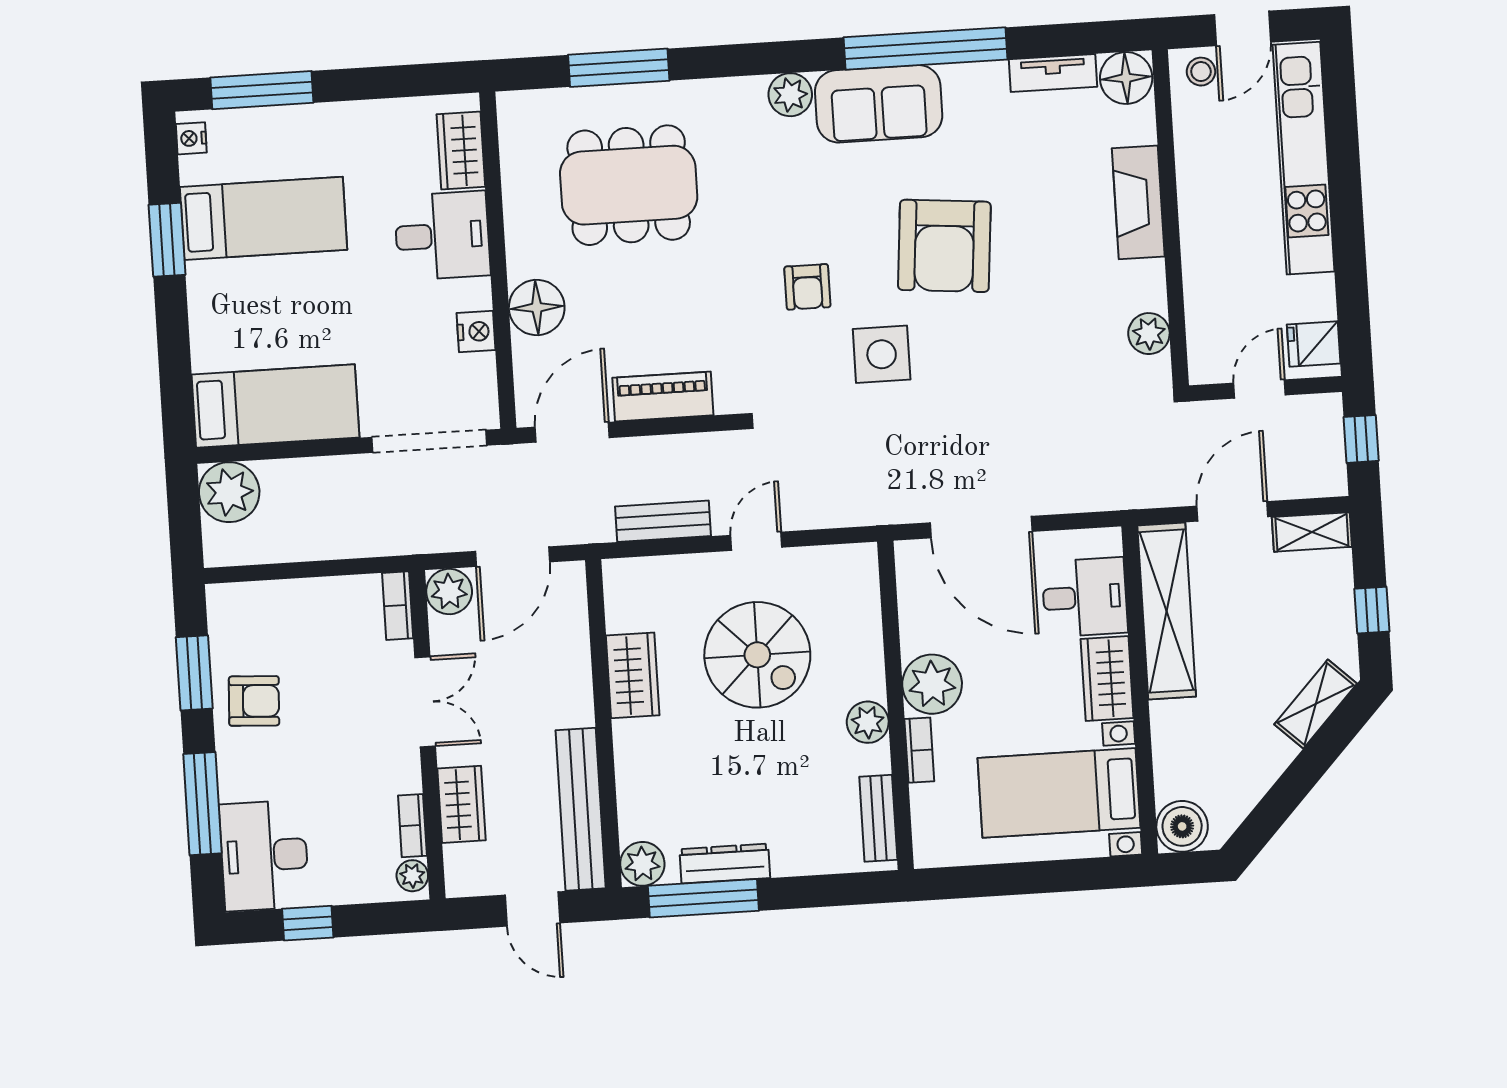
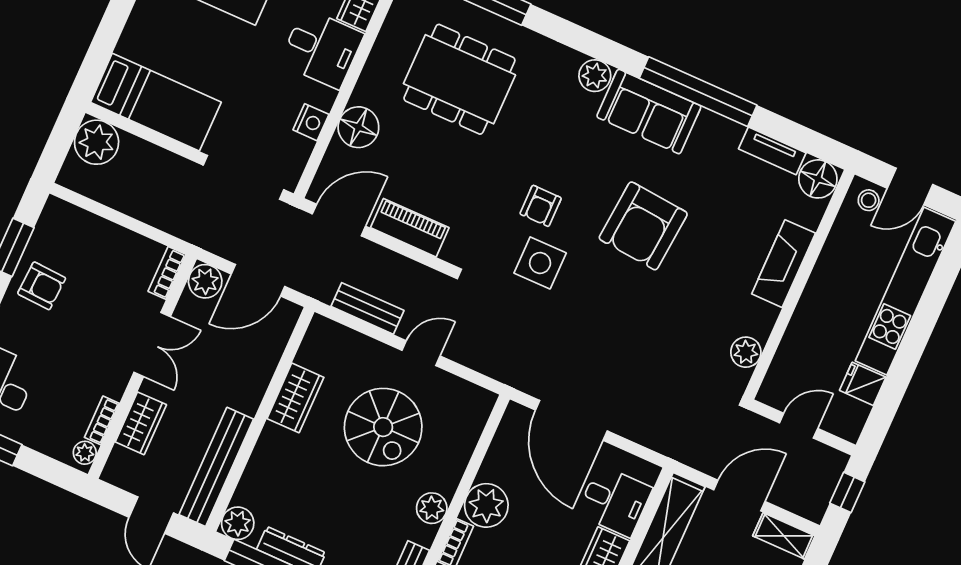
fridge: (1314, 344) -> (863, 384), moved
side table: (882, 354) -> (540, 263), moved

